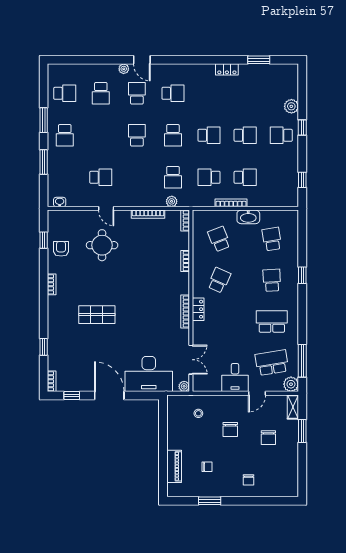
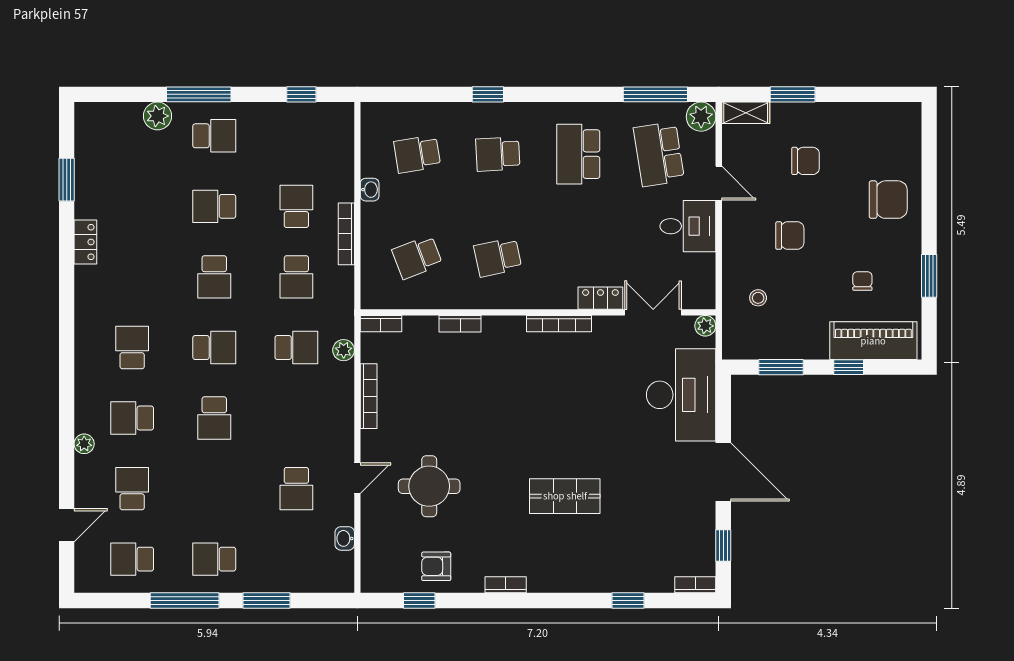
door: (142, 60) -> (67, 525), moved
school desk: (65, 93) -> (132, 559), turned -90
school desk: (101, 93) -> (132, 489), turned -90
window: (44, 120) -> (185, 600), width x1.44
window: (302, 127) -> (199, 94), width x2.17
school desk: (65, 135) -> (214, 559), turned 180
school desk: (137, 135) -> (214, 418), turned -90
school desk: (209, 135) -> (214, 277), turned 180
school desk: (245, 135) -> (214, 206), turned -90
school desk: (281, 135) -> (214, 136), turned -90
school desk: (101, 177) -> (296, 489), turned 180
washbasin: (60, 202) -> (345, 538), moved
washbasin: (248, 217) -> (370, 190), width x0.52, depth x0.69
school desk: (219, 280) -> (498, 257), turned -36
locker: (198, 309) -> (600, 298), moved
shop shelf: (97, 315) -> (565, 496), turned 90
door: (109, 396) -> (723, 472), swing flipped
window: (163, 425) -> (781, 367), added
window: (163, 460) -> (849, 367), added
piano: (174, 466) -> (873, 341), width x1.37, depth x1.33
chair: (249, 480) -> (888, 200), width x1.87, depth x1.87

